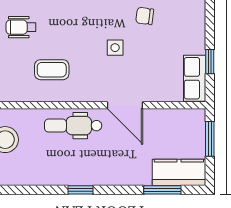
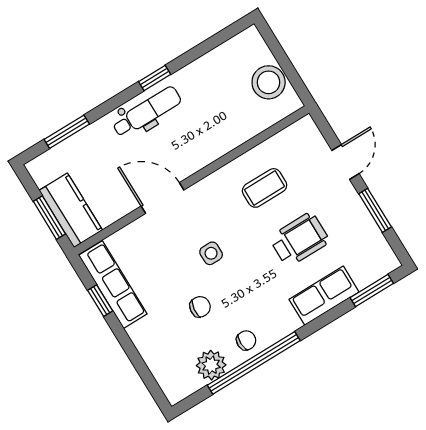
wheelchair: (21, 27) -> (299, 239), moved, width x1.36, depth x1.37
row of seats: (195, 78) -> (113, 285), width x1.48
dental chair: (73, 126) -> (147, 112), moved
kitchen counter: (179, 172) -> (71, 210), moved, turned -90

